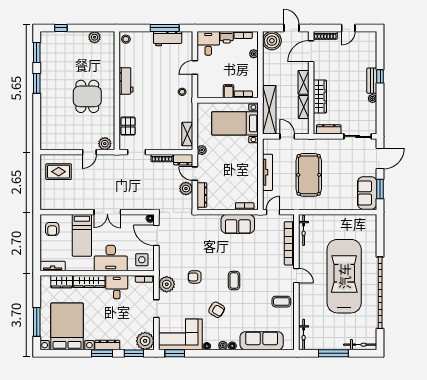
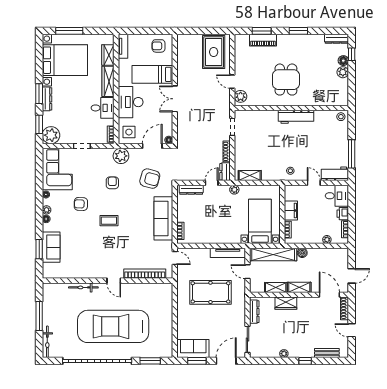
floor lamp: (68, 37) -> (343, 61), added
plant: (95, 37) -> (343, 72), moved
workbench: (168, 39) -> (335, 174), moved, turned 90
boiler: (272, 41) -> (302, 253), moved, width x0.54, depth x0.54
dresser: (45, 44) -> (337, 39), added
window: (37, 53) -> (262, 31), moved
workbench: (126, 81) -> (296, 117), width x1.38
bench: (372, 81) -> (327, 353), moved
filing cabinet: (229, 91) -> (291, 210), width x2.00
dining table: (87, 96) -> (286, 80), turned 90
wardrobe: (320, 96) -> (286, 303), width x0.67
piano: (46, 120) -> (263, 40), added
pallet: (128, 126) -> (257, 119), removed
door: (287, 136) -> (247, 272), swing flipped
door: (380, 159) -> (226, 361), swing flipped
rug: (59, 172) -> (214, 52), width x1.36, depth x1.43
tv unit: (268, 172) -> (228, 253), moved
plant: (186, 188) -> (197, 174), removed
sofa: (238, 224) -> (163, 218), width x1.36
bicycle: (304, 230) -> (157, 287), removed
armchair: (190, 238) -> (150, 179), added
window: (380, 238) -> (150, 361), added
door: (296, 276) -> (114, 281), hinge flipped
car: (344, 276) -> (113, 326), turned 180
plant: (167, 284) -> (121, 156), moved
coffee table: (281, 302) -> (89, 266), removed
armchair: (217, 310) -> (81, 204), turned 61
bicycle: (304, 335) -> (83, 287), moved
sofa: (262, 341) -> (51, 247), width x0.73
window: (175, 353) -> (39, 249), moved

